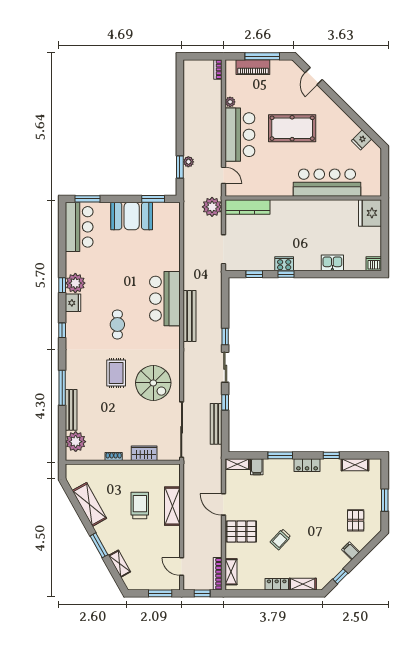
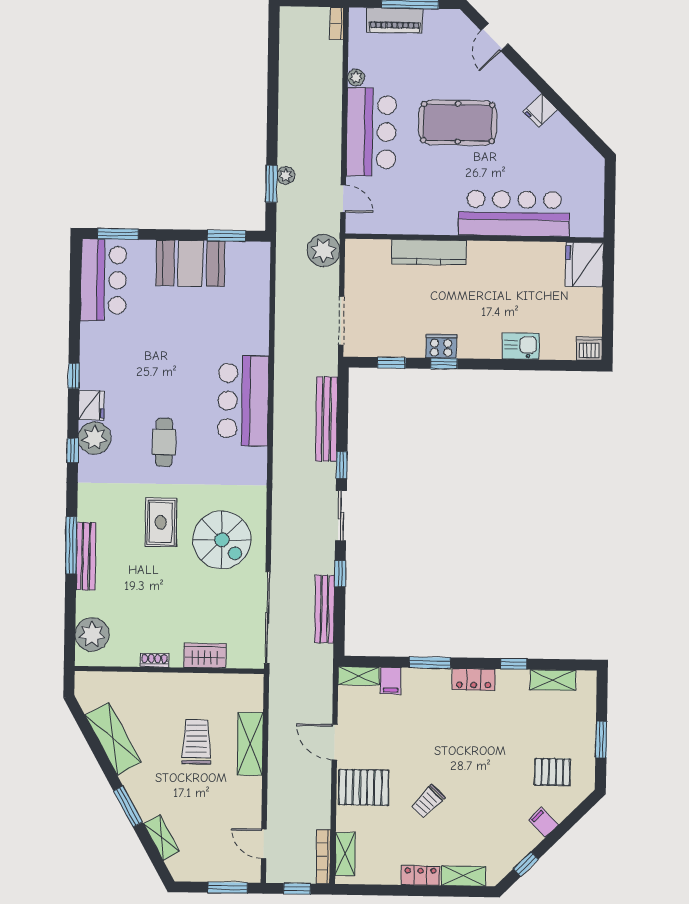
fridge: (362, 140) -> (540, 111), moved
kitchen counter: (247, 207) -> (429, 252), moved
plant: (75, 283) -> (95, 438), moved
bench: (190, 316) -> (327, 419), moved
bench: (71, 410) -> (86, 556), moved
pallet: (356, 520) -> (552, 772), turned 90

